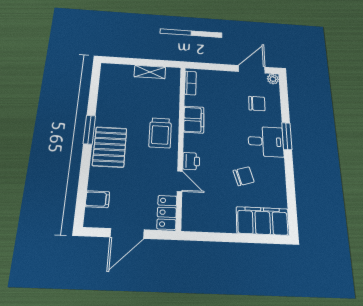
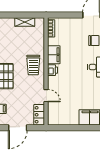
printer: (191, 161) -> (53, 70), moved
chair: (244, 176) -> (84, 91), removed

